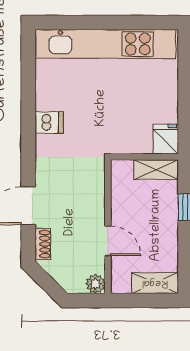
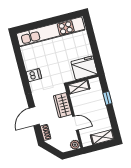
fridge: (166, 139) -> (84, 68), width x1.88, depth x1.34
shelving: (156, 170) -> (78, 87), moved
wardrobe: (91, 198) -> (63, 105), added

